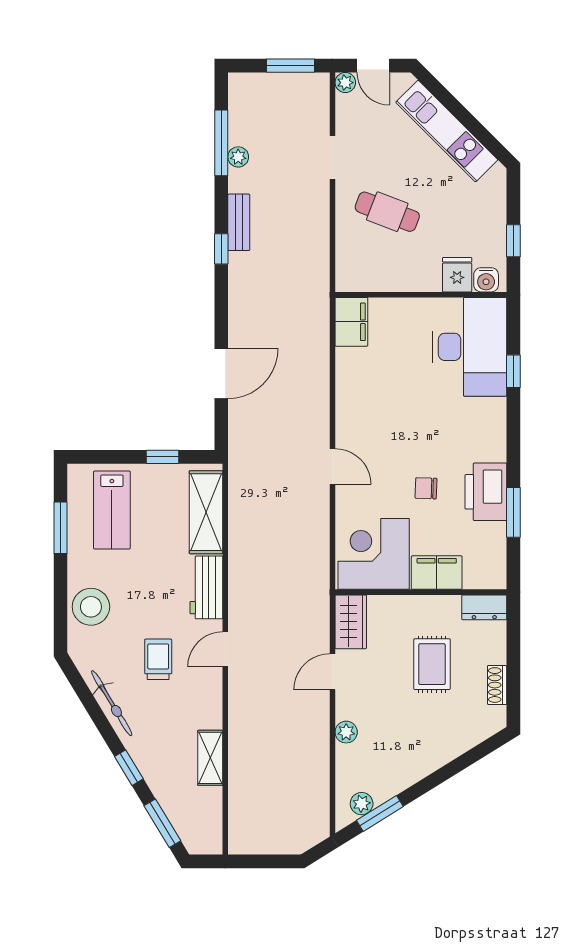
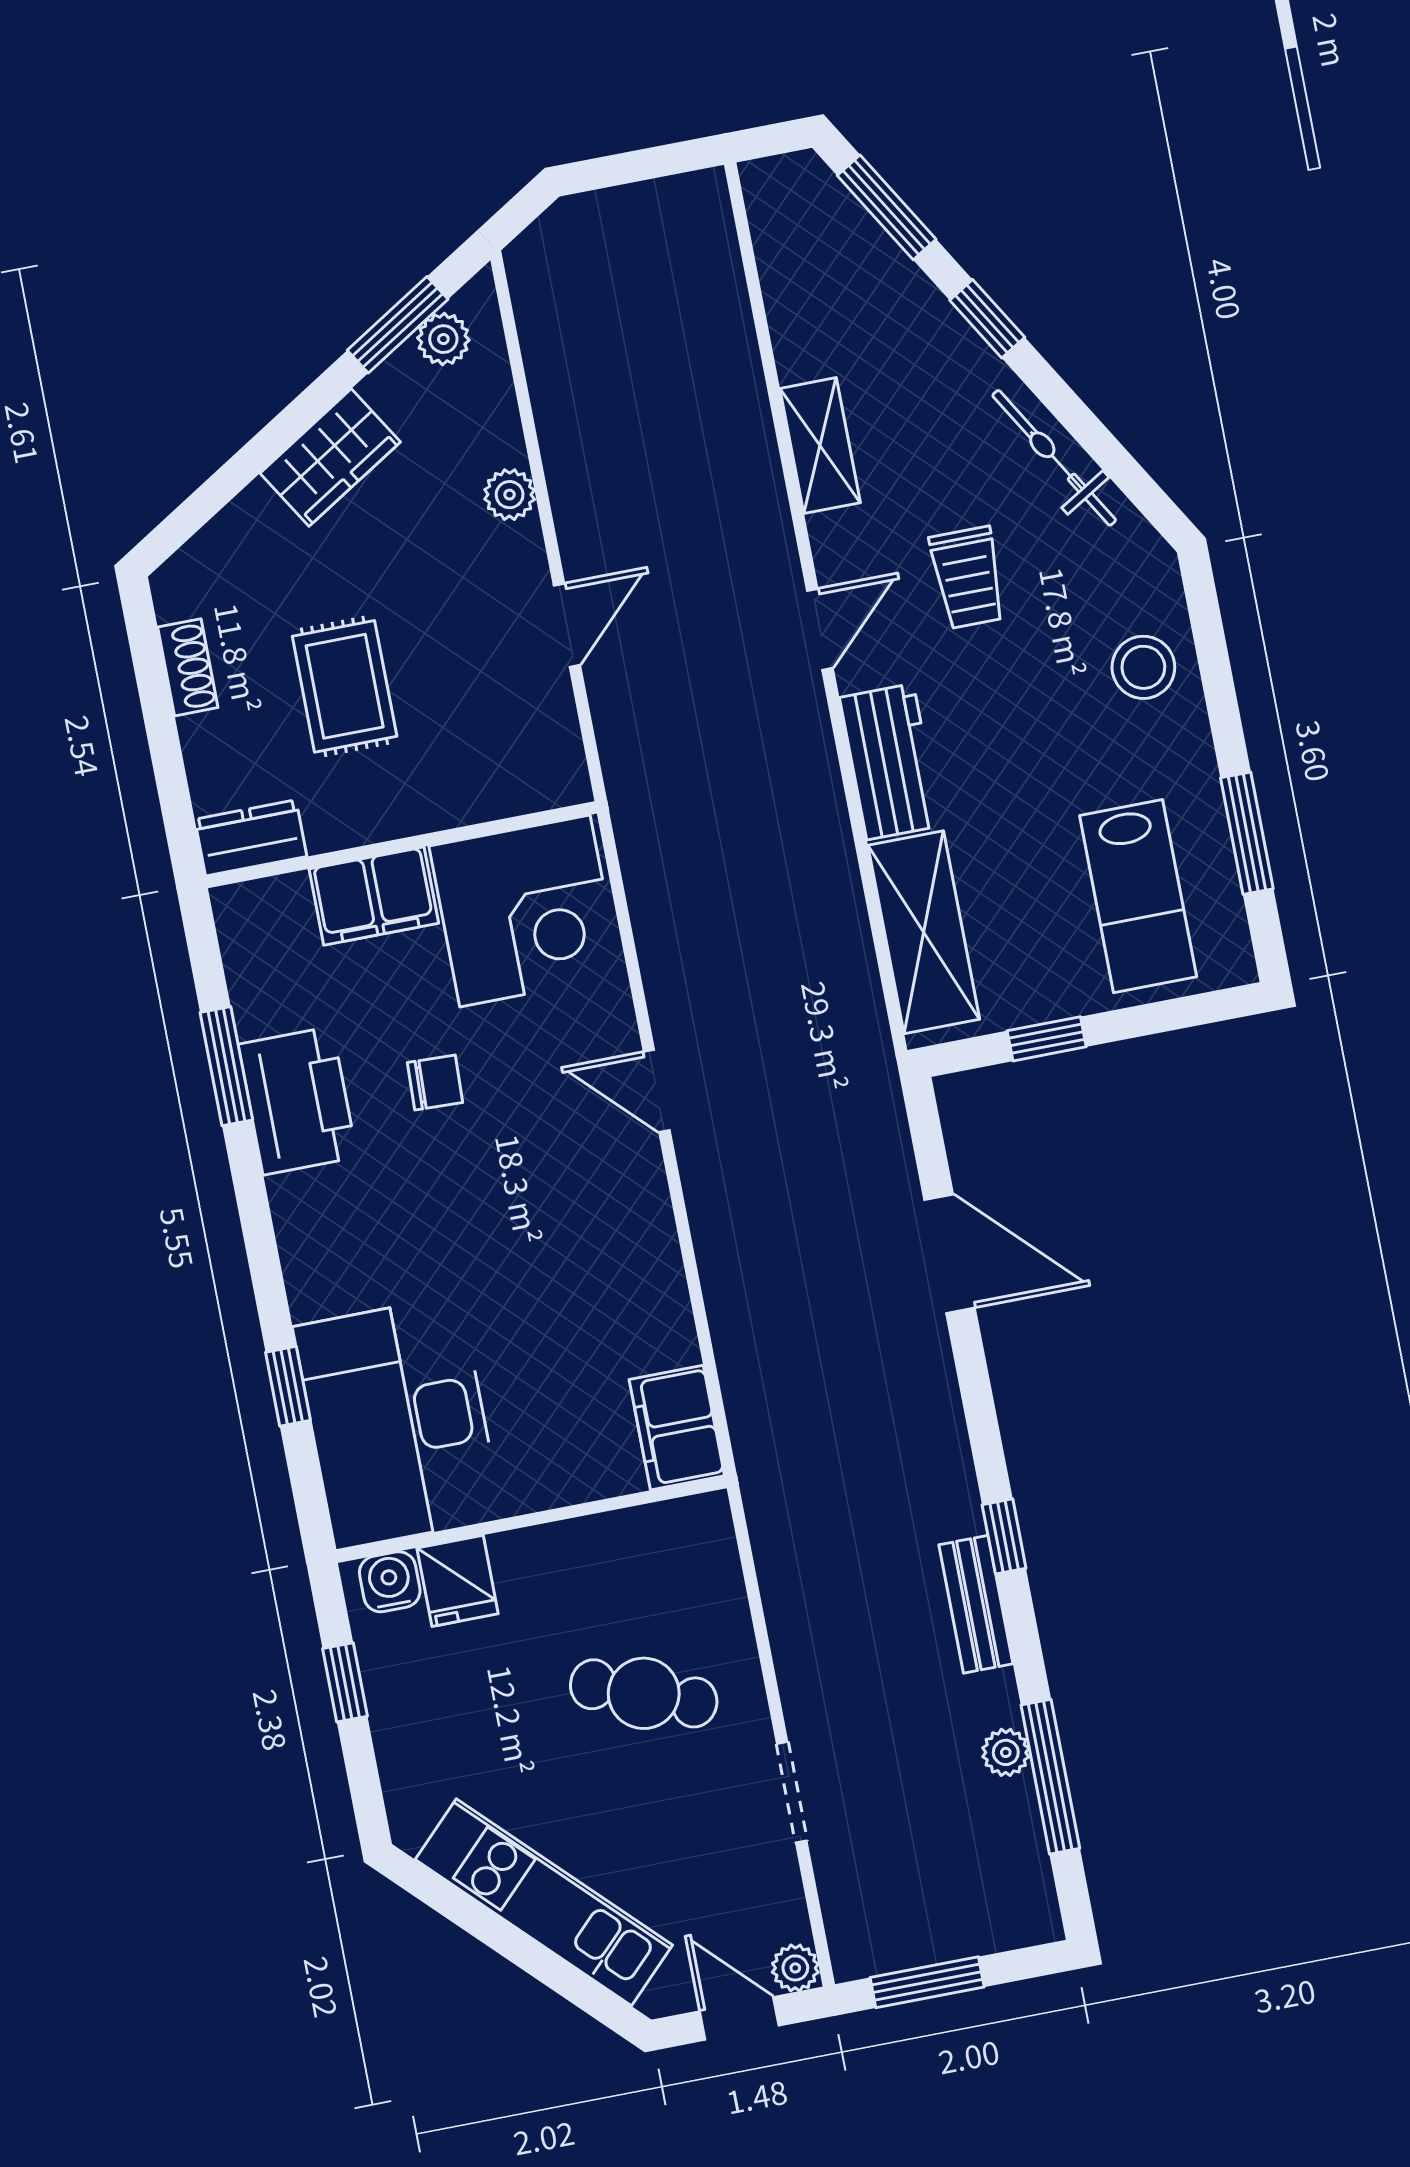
door: (221, 373) -> (950, 1254), swing flipped
lab bench: (112, 510) -> (1138, 896), turned 180
stool: (91, 607) -> (1143, 667), width x0.73, depth x0.73
wardrobe: (351, 622) -> (330, 458), moved, turned -122
shelving: (210, 758) -> (820, 446), moved

